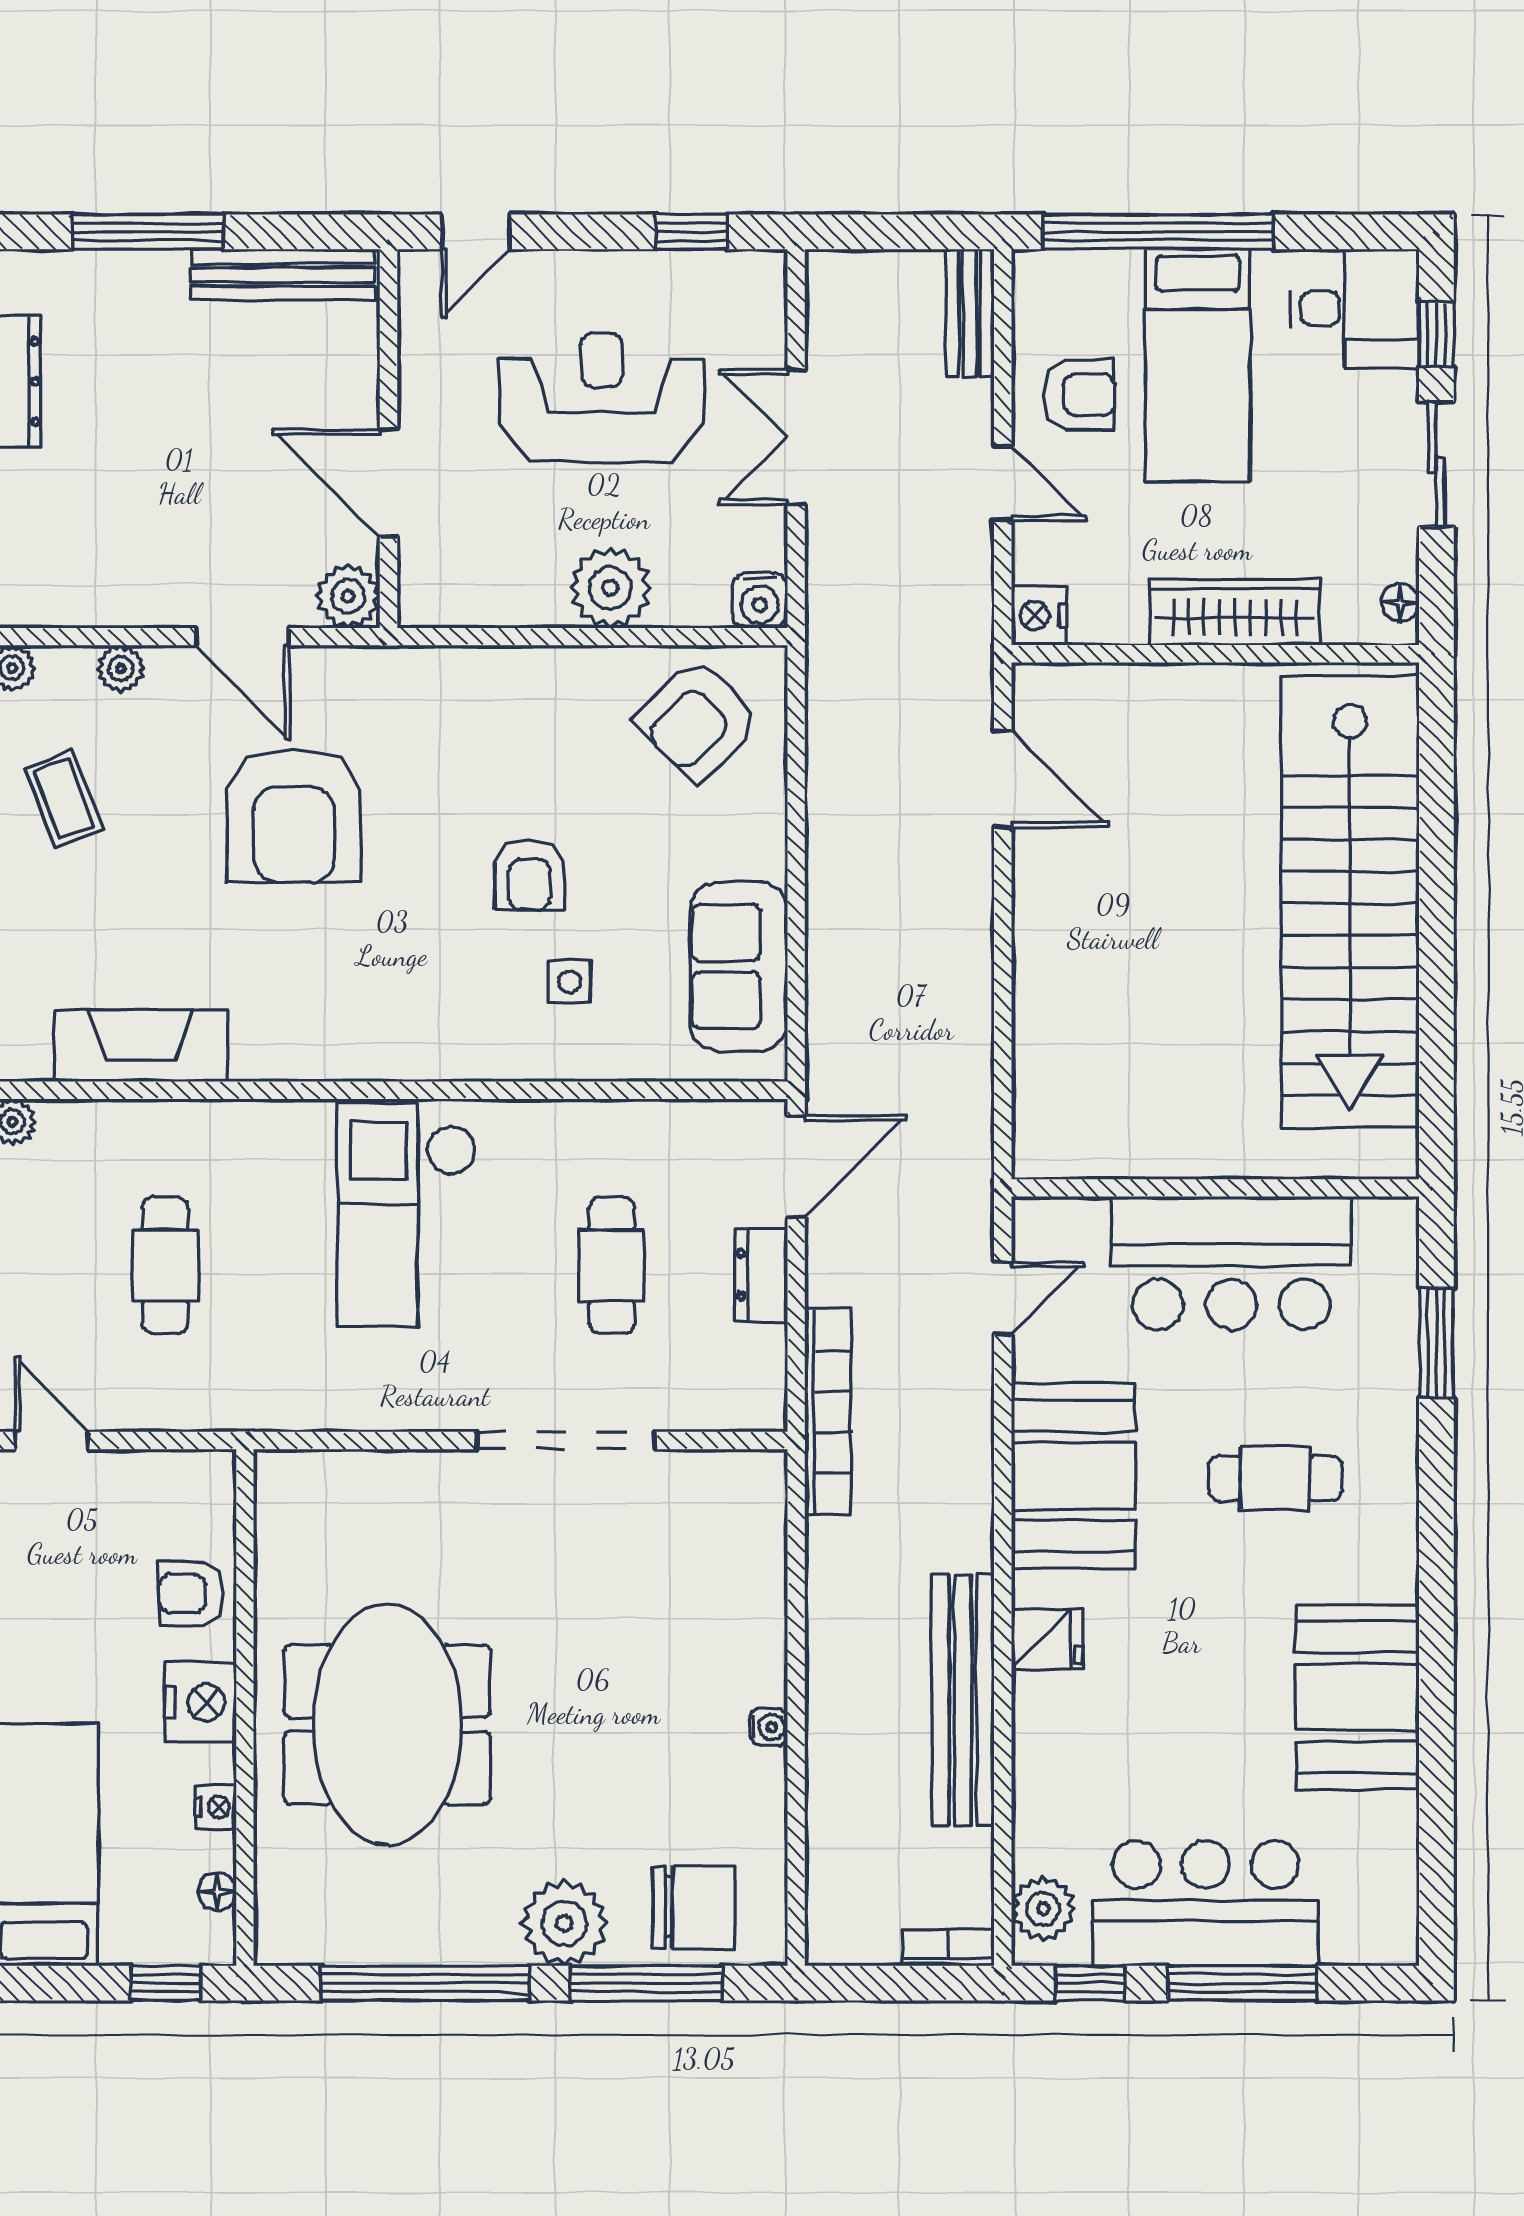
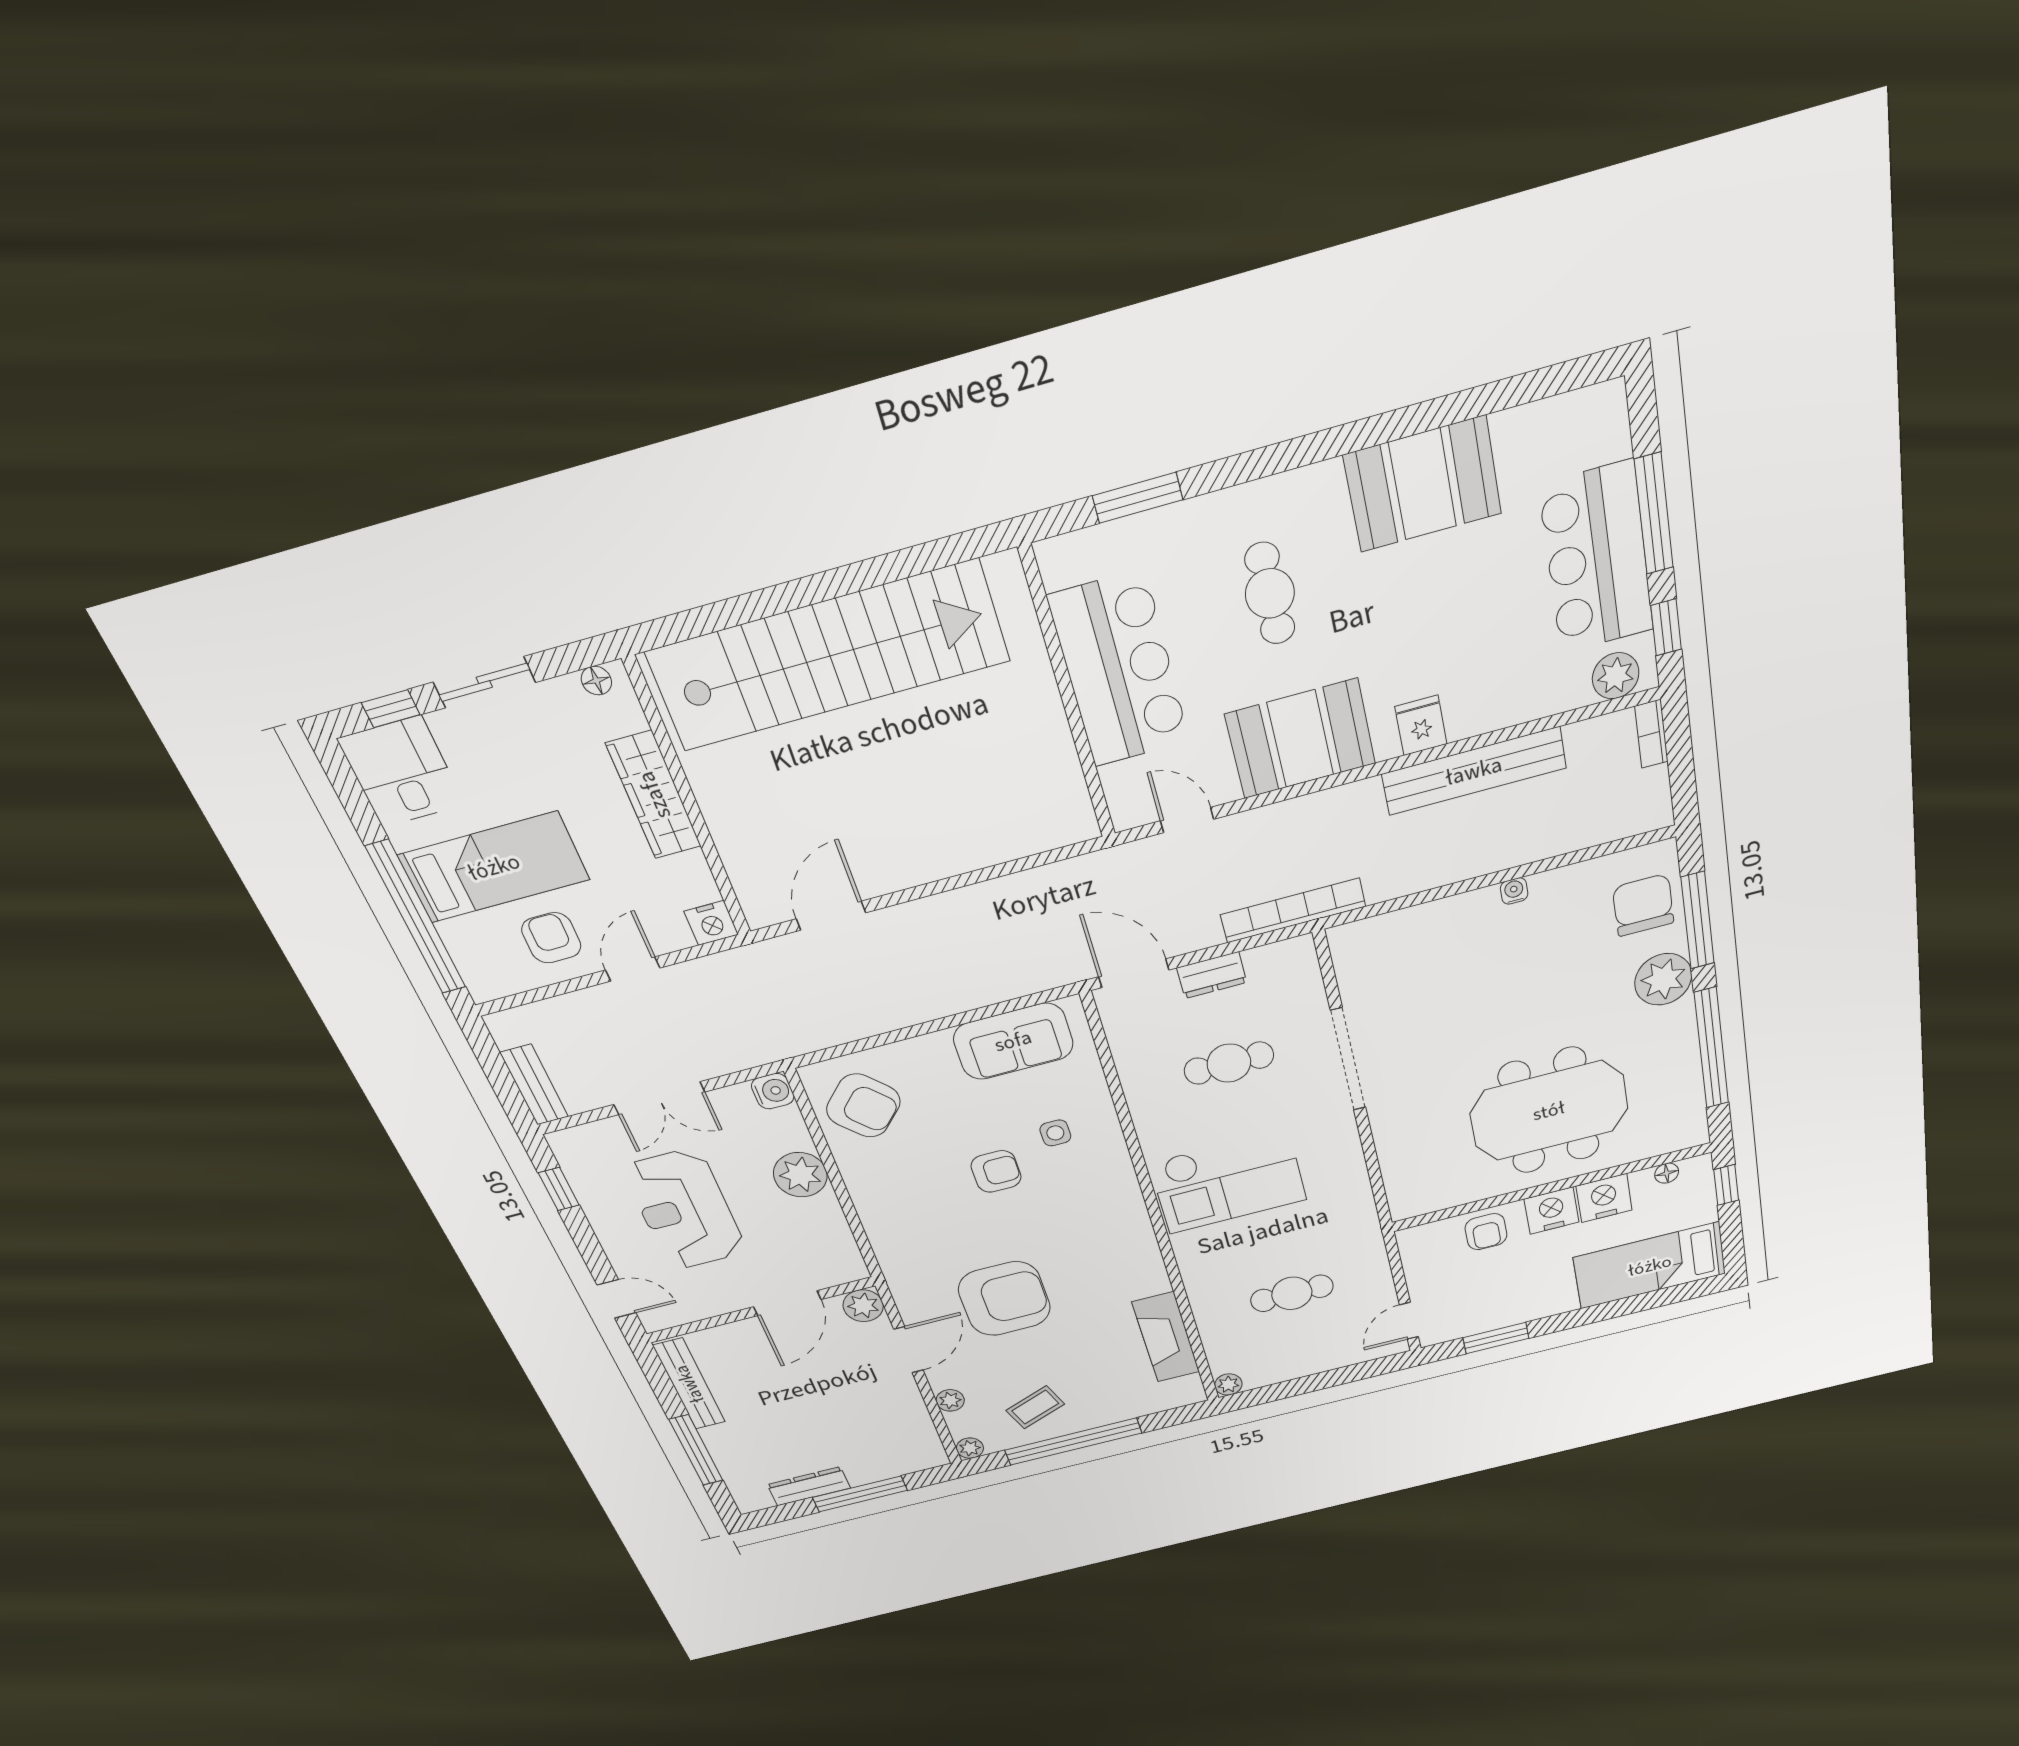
bench: (970, 313) -> (534, 1085), moved, turned 90
nightstand: (216, 1807) -> (1604, 1198), width x1.89, depth x1.79

